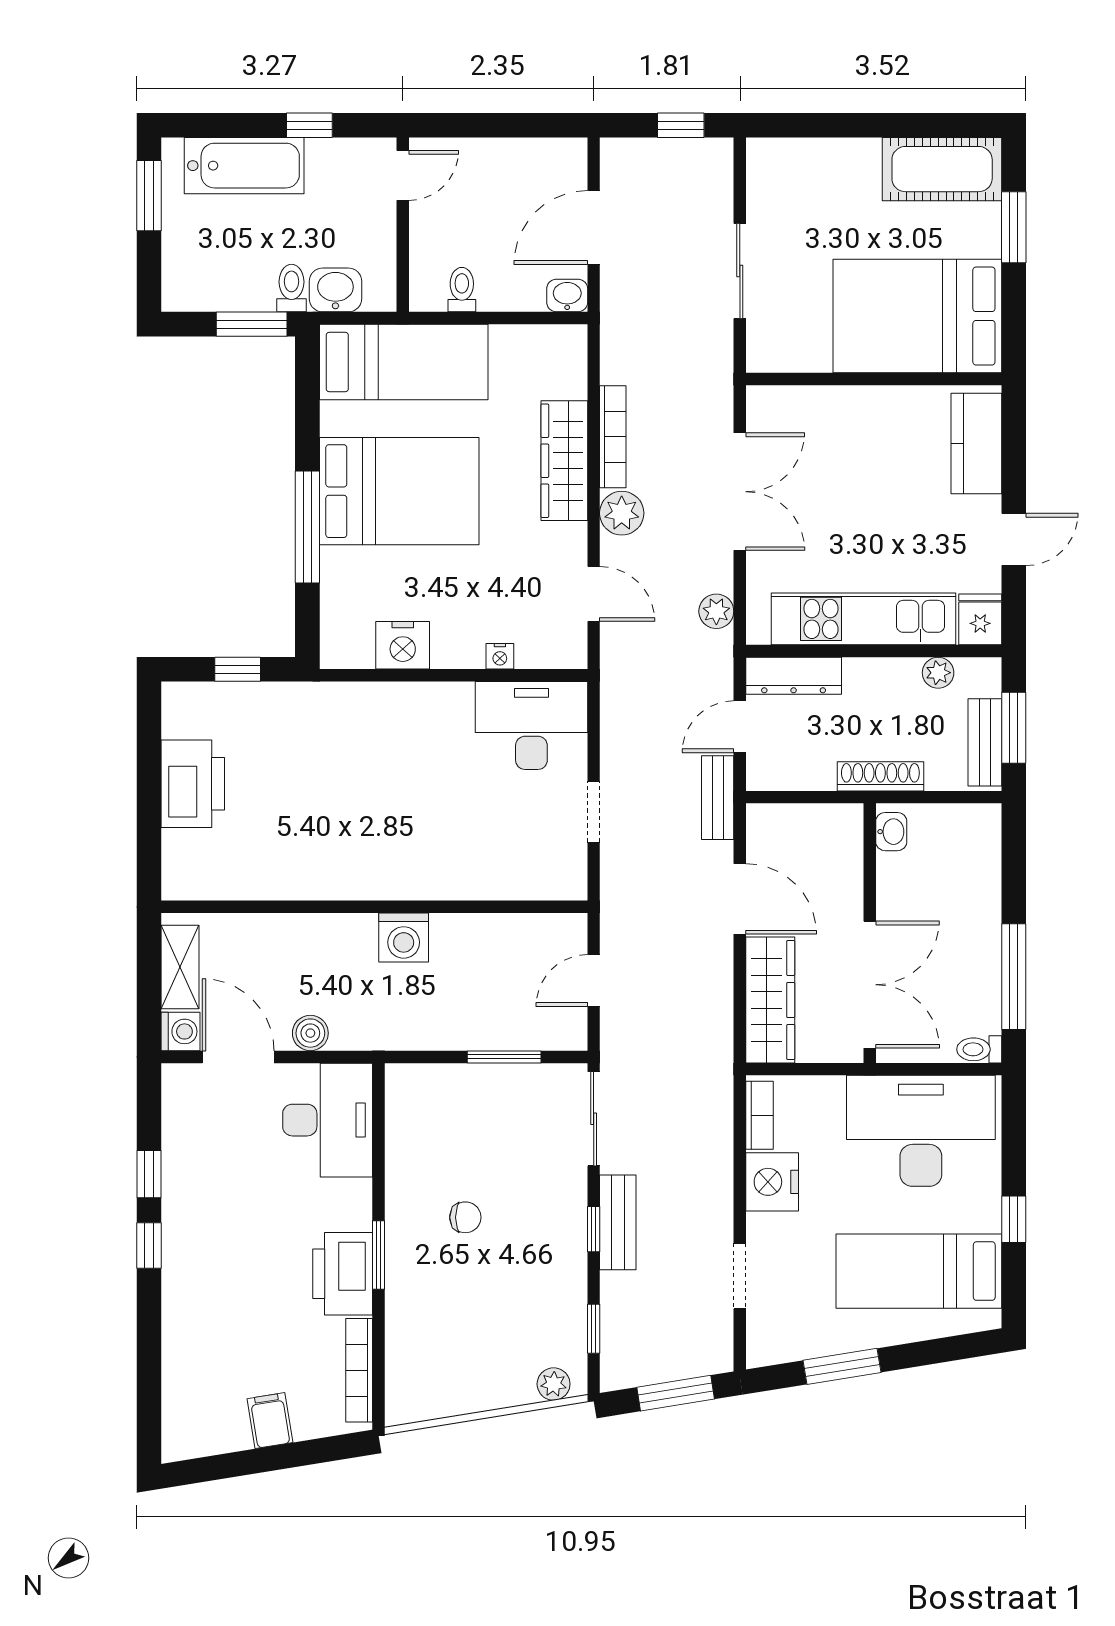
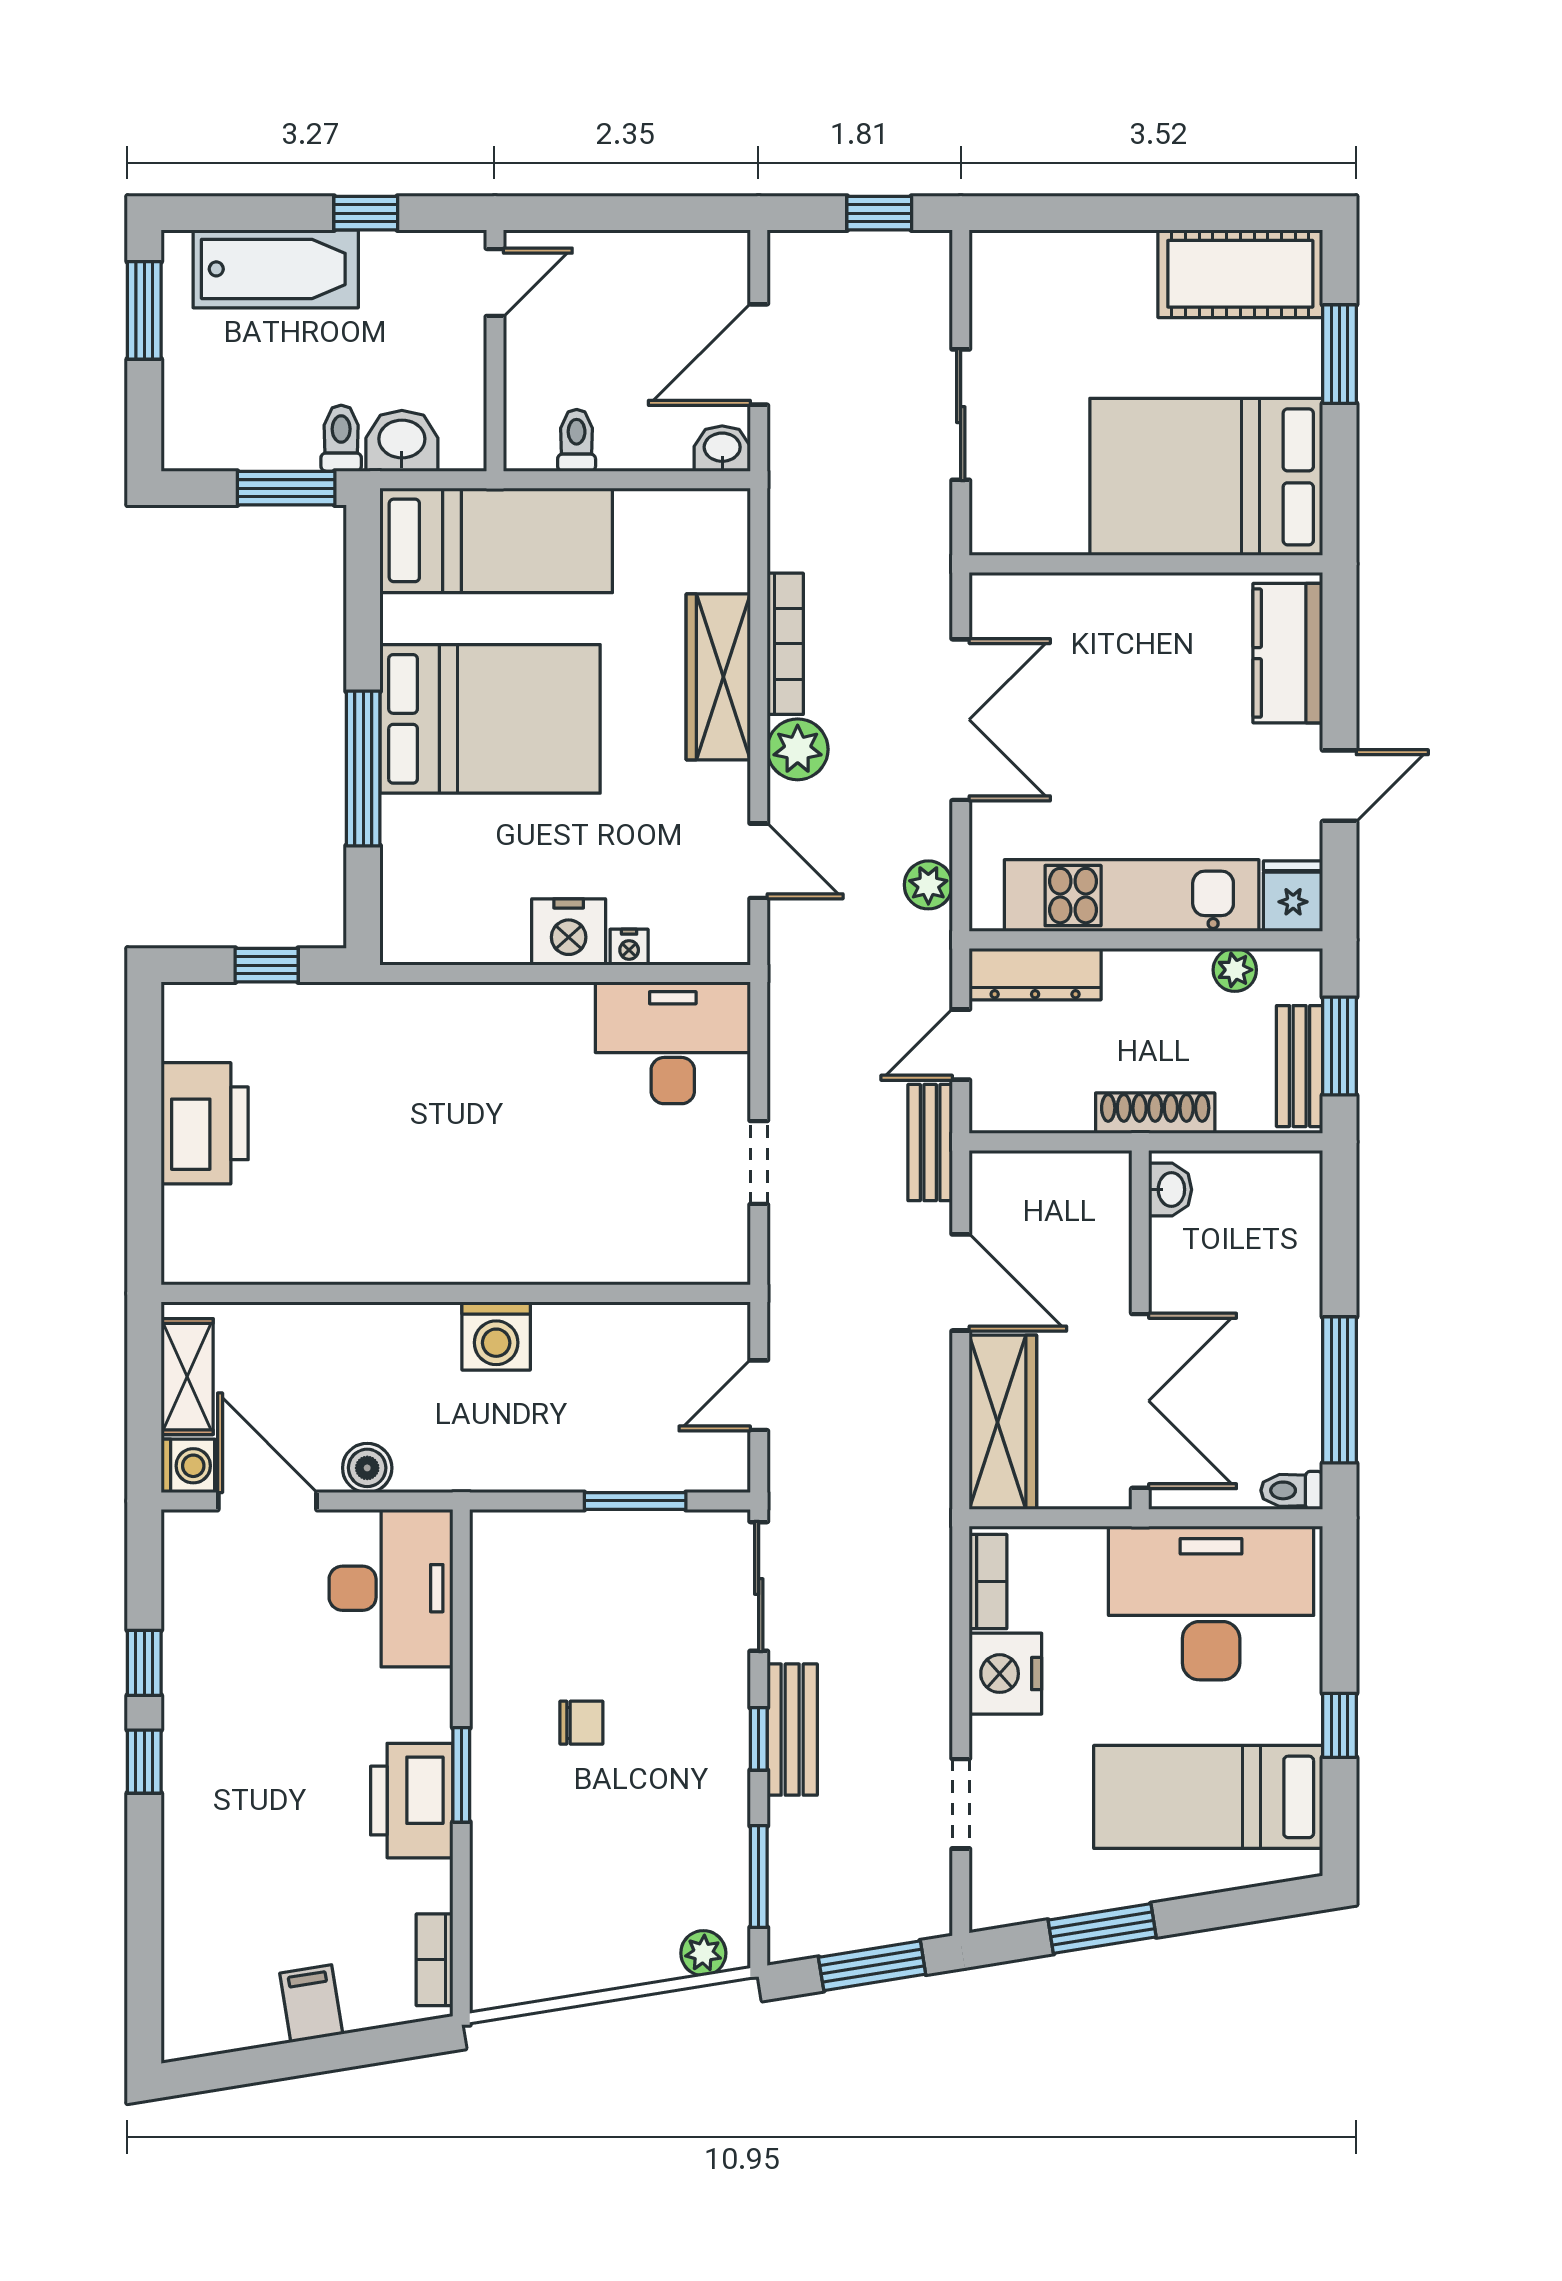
nightstand: (403, 645) -> (569, 932), moved
window: (594, 1329) -> (759, 1877), width x1.50
bookcase: (359, 1370) -> (435, 1960), width x0.64

